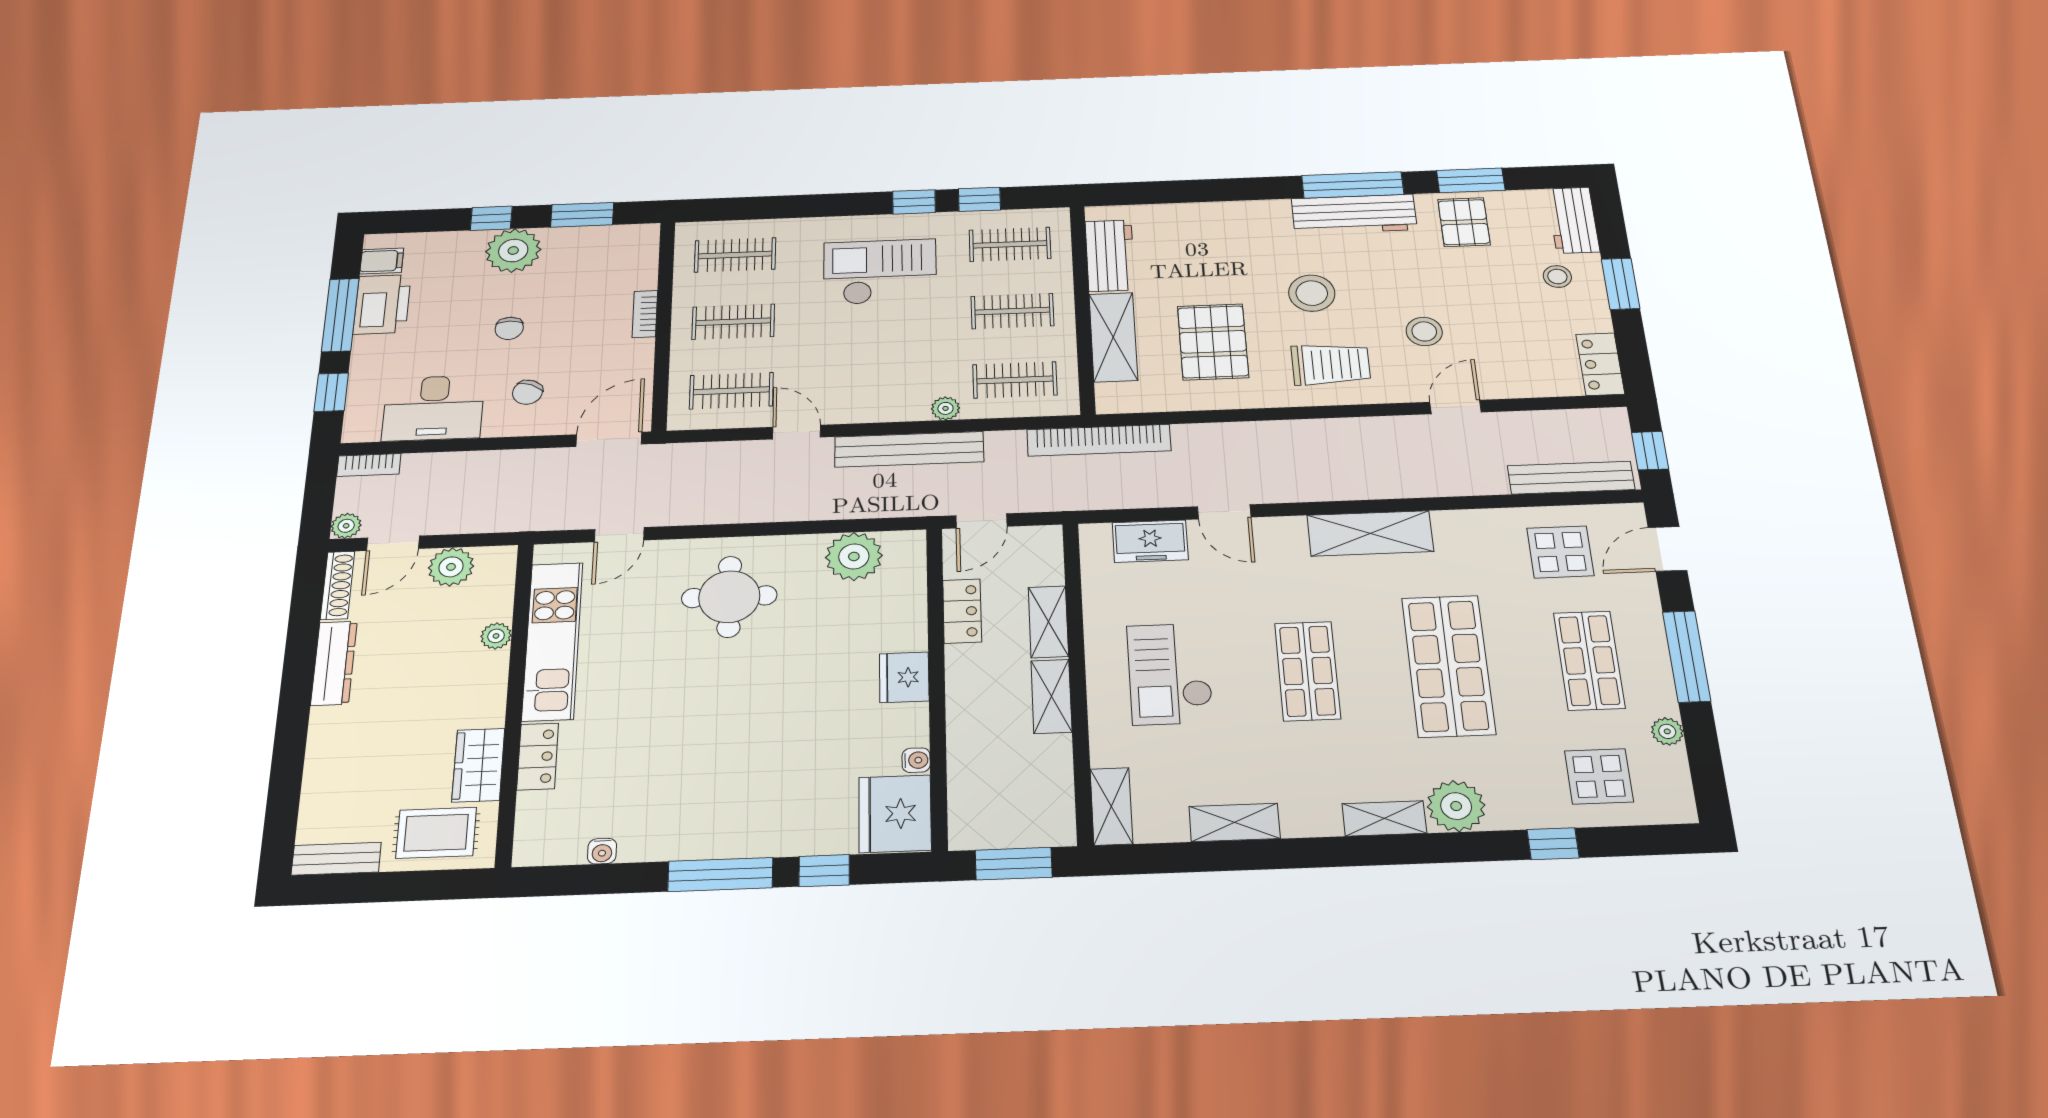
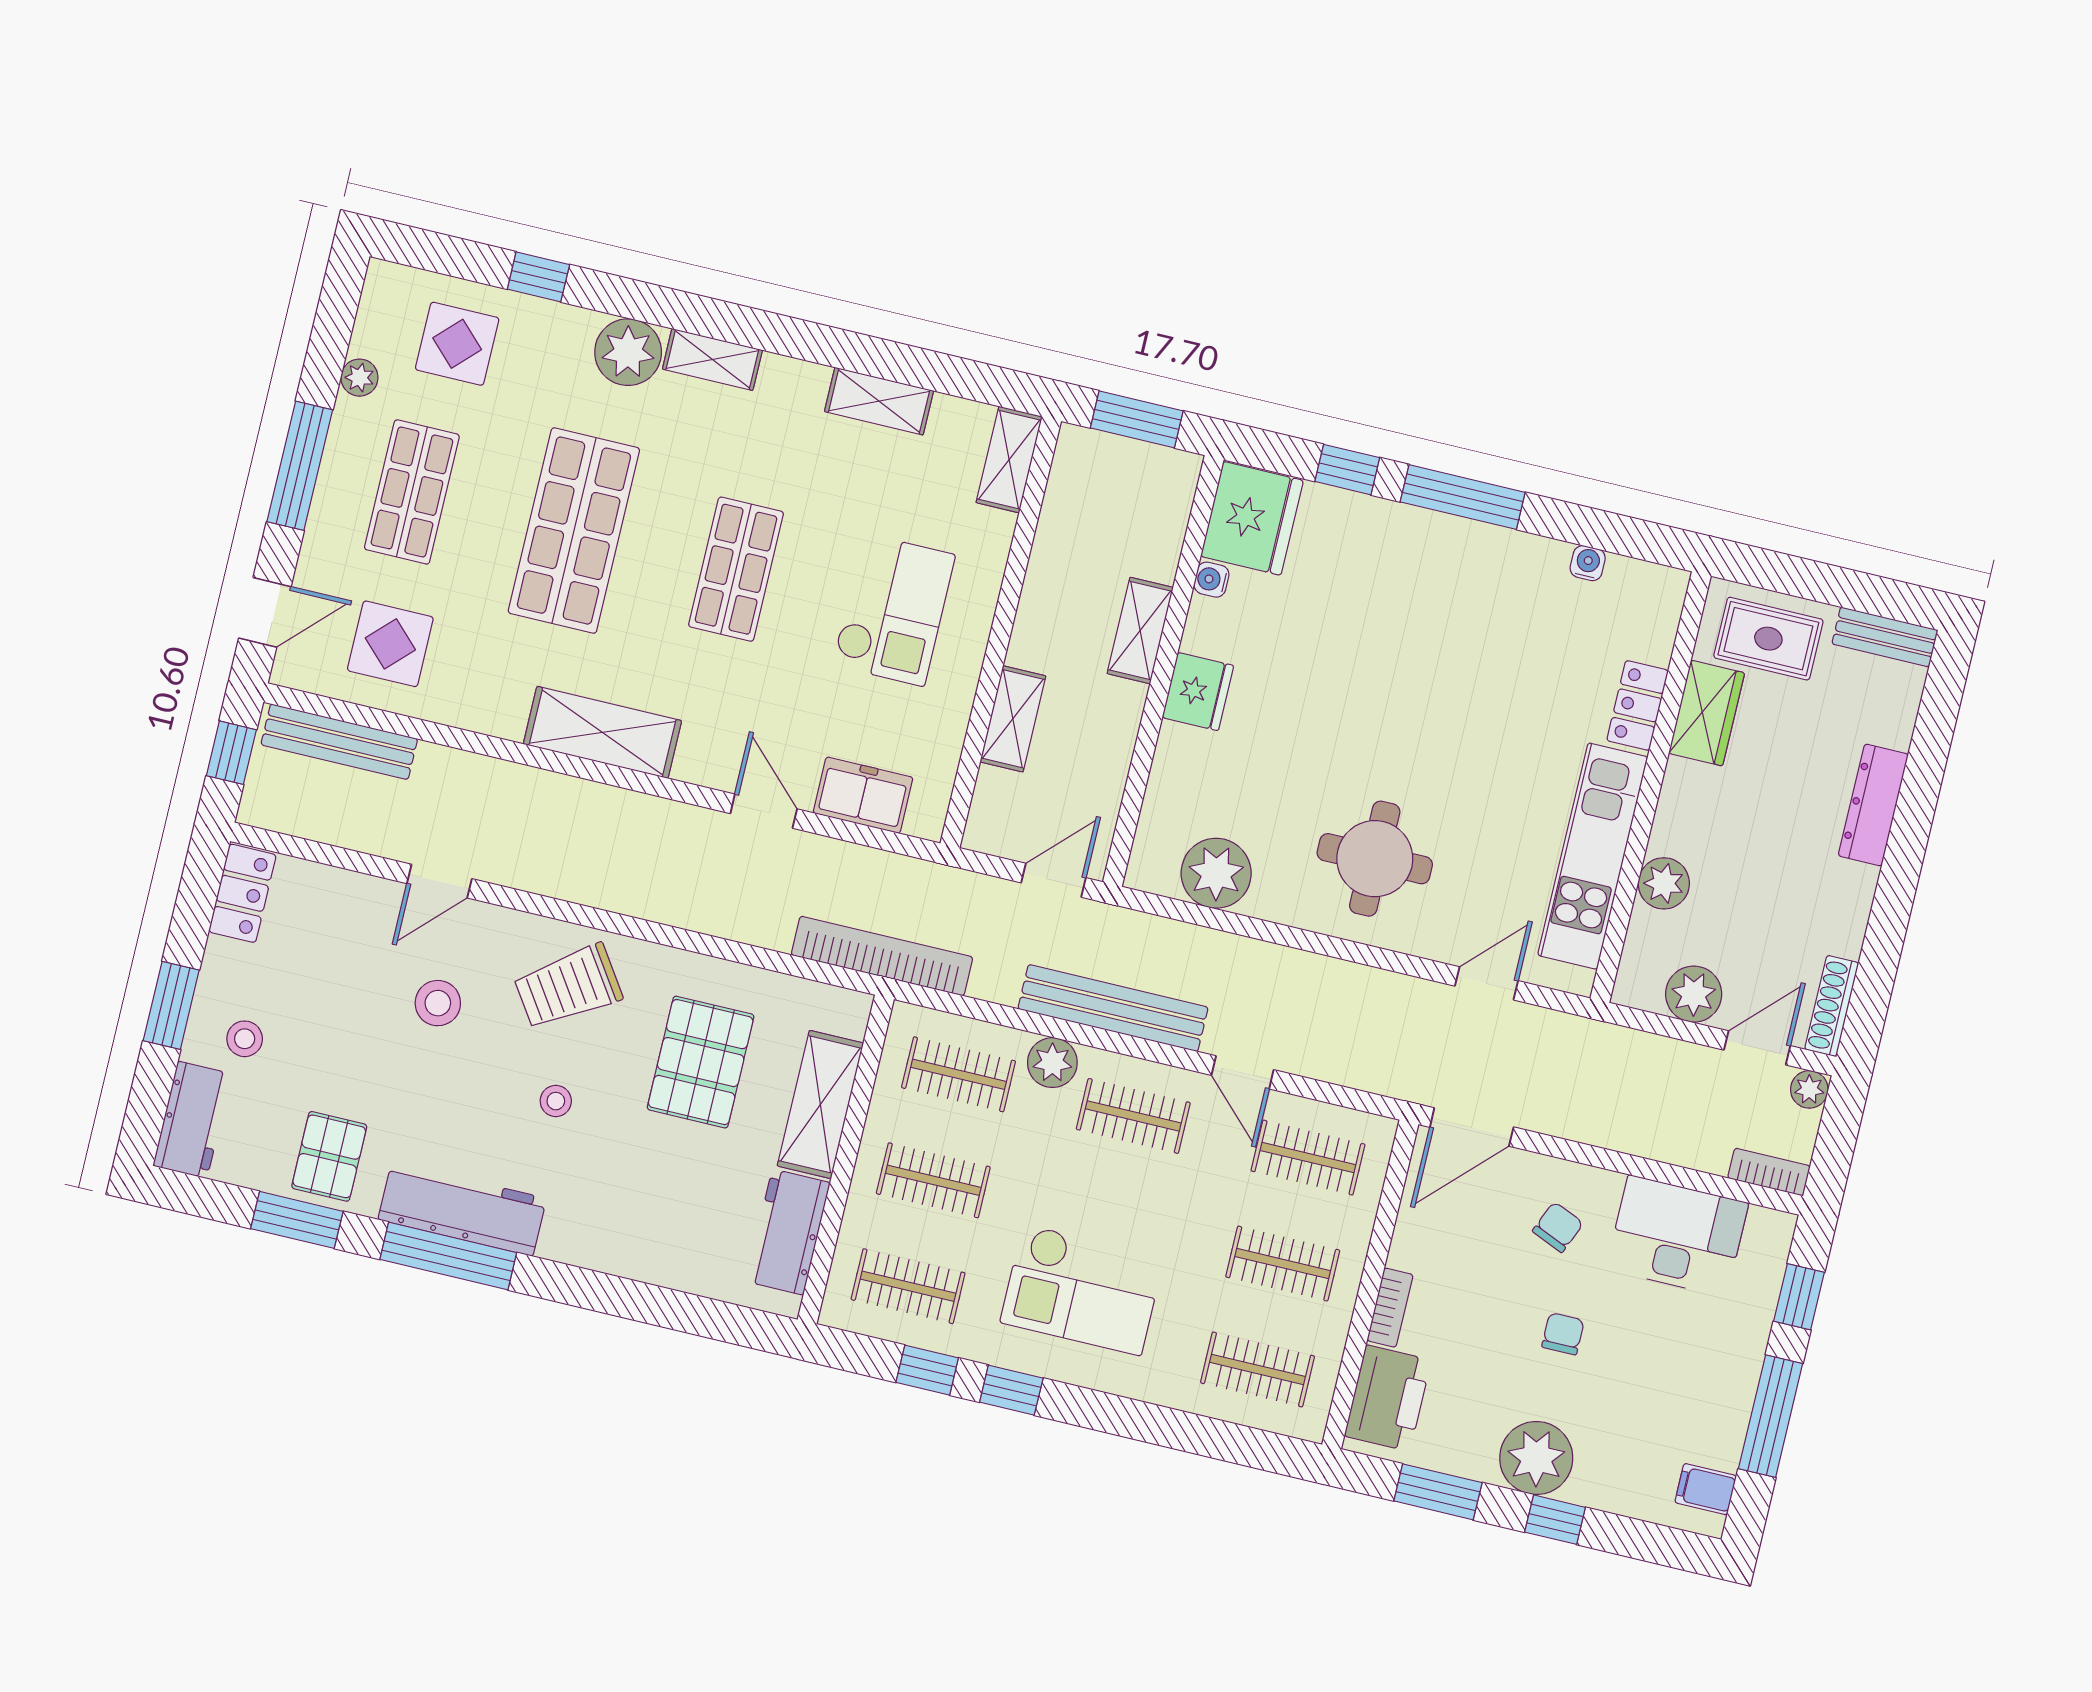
stool: (1312, 293) -> (556, 1101), width x0.53, depth x0.53
printer: (382, 304) -> (1388, 1398), moved, turned 180
trolley: (1331, 364) -> (568, 987), turned -34
clothes rail: (873, 385) -> (1133, 1116), added
plant: (945, 408) -> (1052, 1063), width x1.38, depth x1.38
locker: (962, 611) -> (1109, 762), removed
plant: (496, 636) -> (1664, 883), width x1.38, depth x1.38
dresser: (334, 663) -> (1873, 805), moved
shelving: (1051, 696) -> (1140, 630), moved

